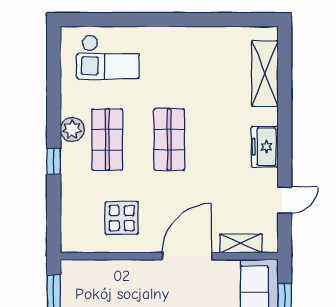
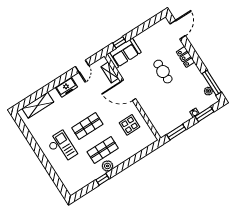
checkout: (108, 57) -> (62, 147), moved
window: (54, 161) -> (102, 179), moved
door: (285, 200) -> (82, 66), swing flipped

